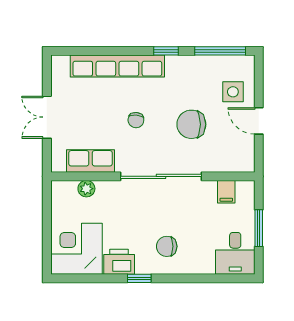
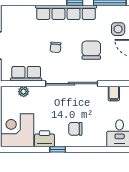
row of seats: (117, 66) -> (66, 12), moved
chair: (191, 124) -> (91, 50), turned 90

